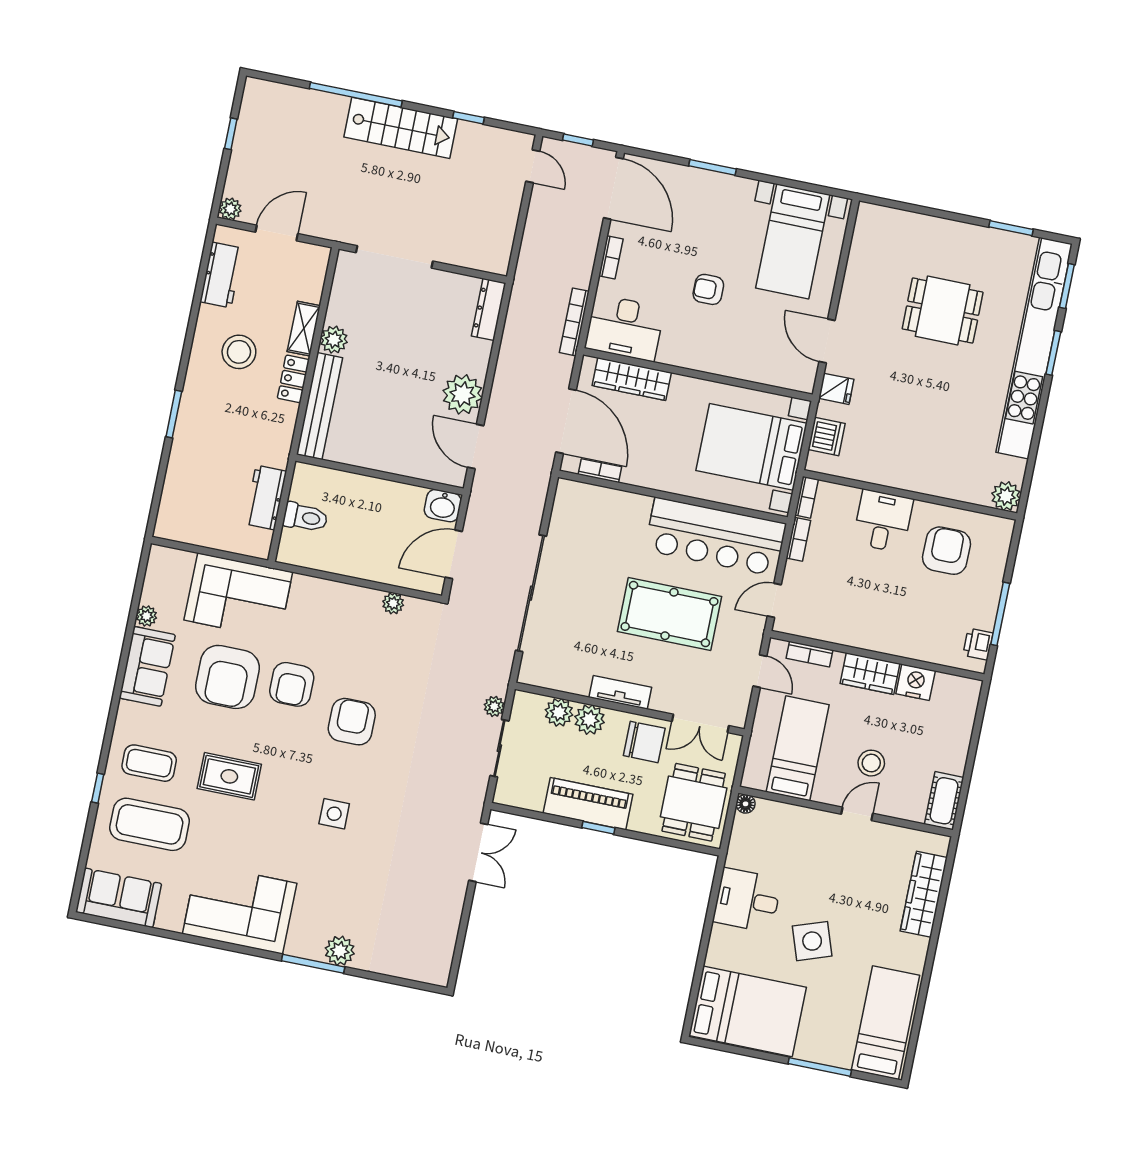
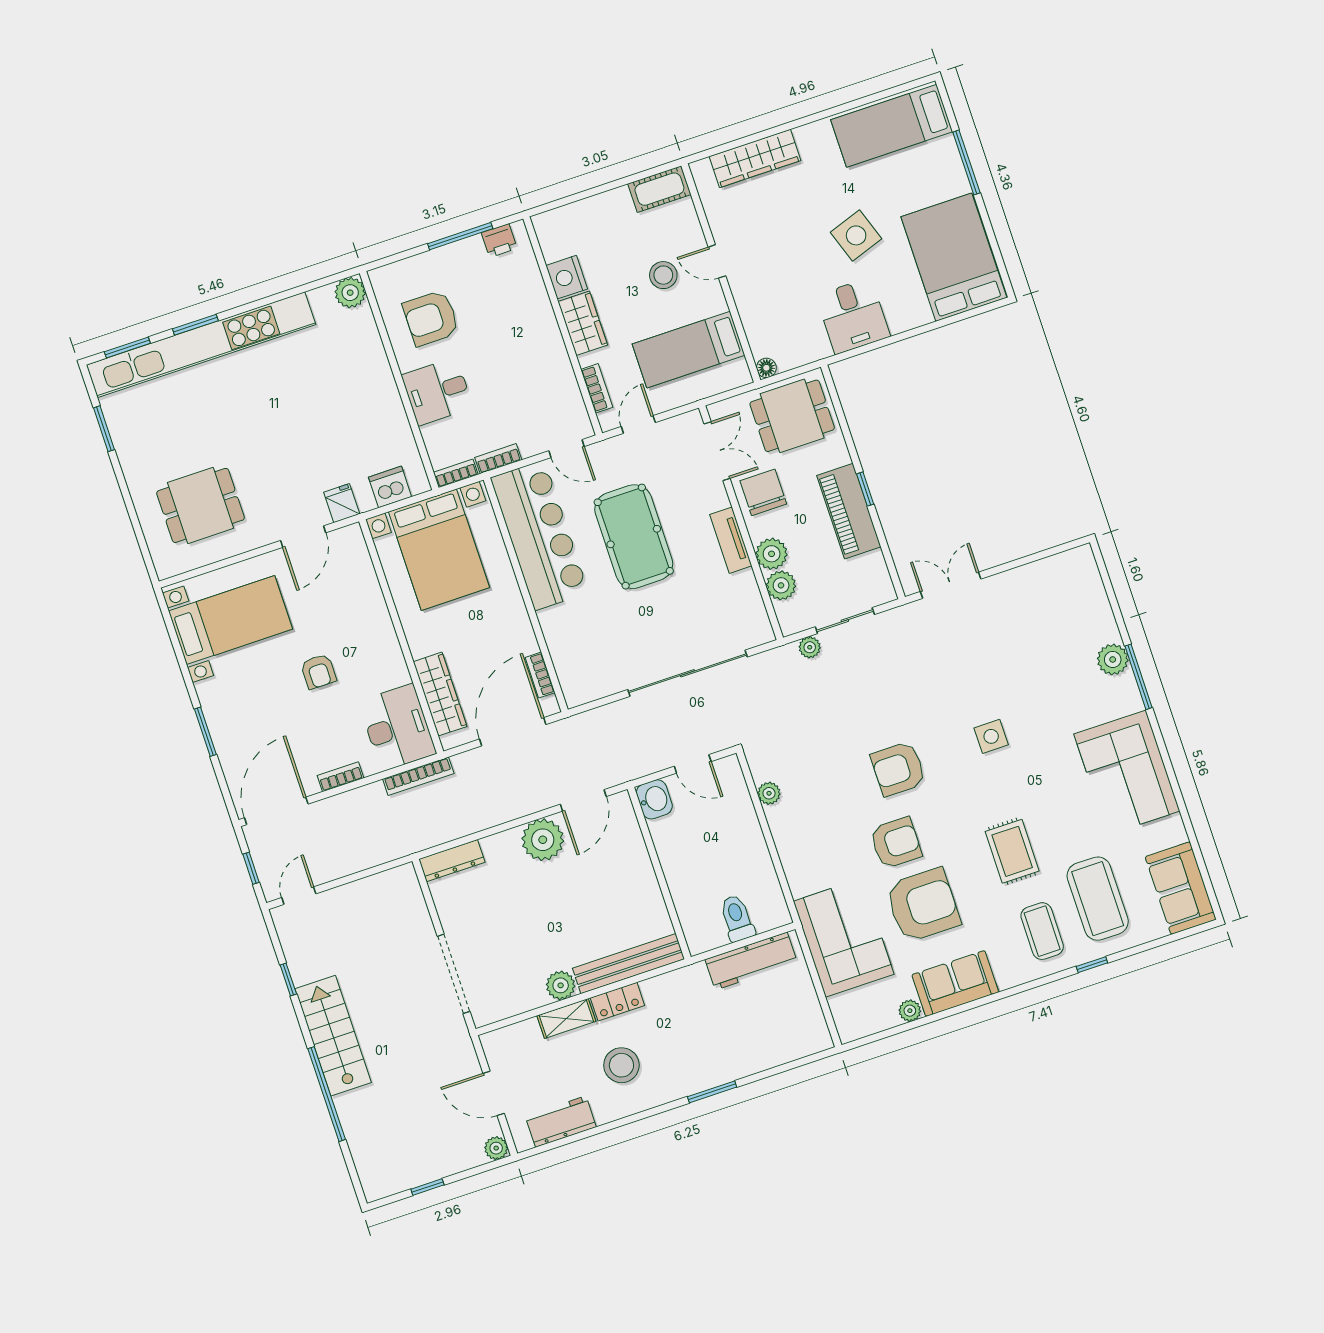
dining table: (943, 311) -> (200, 505), moved, turned 90
workbench: (265, 498) -> (751, 961), width x1.37
door: (454, 554) -> (693, 764), width x0.73

